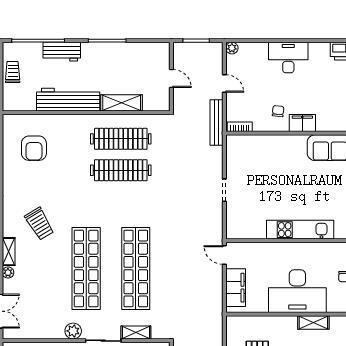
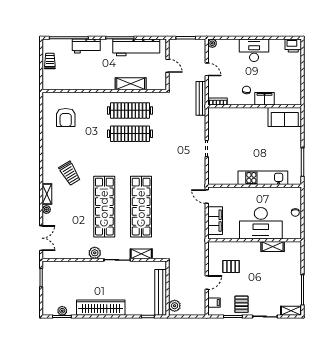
workbench: (68, 100) -> (136, 47), moved, turned 180

